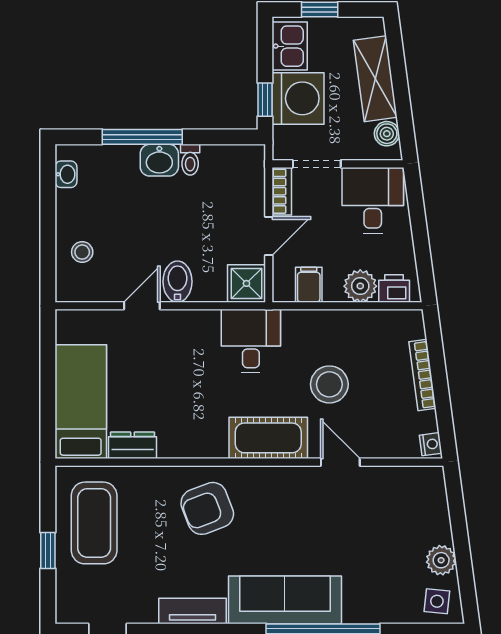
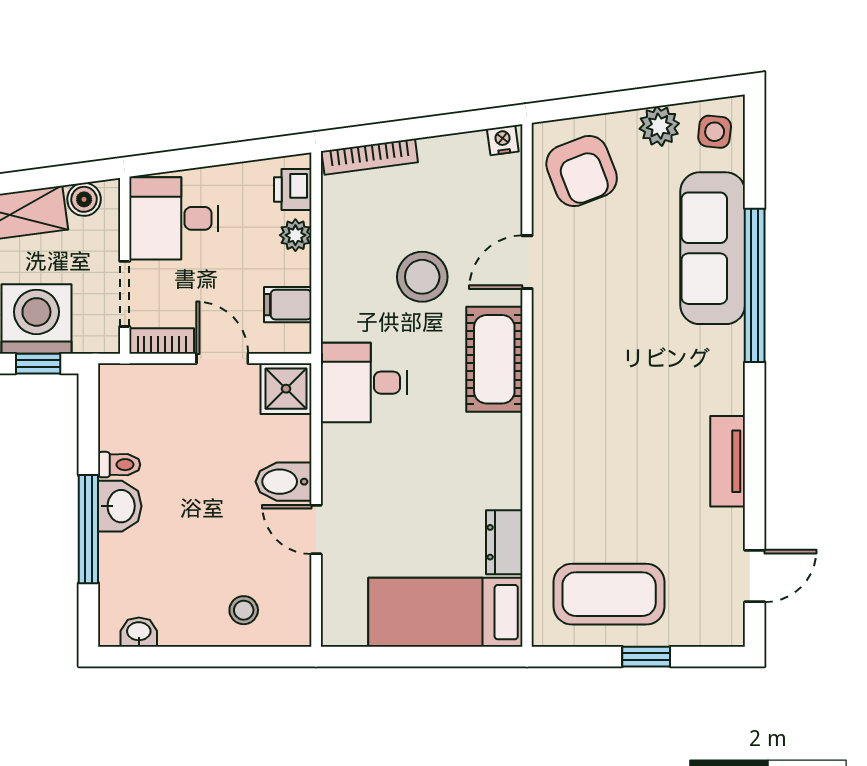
plant: (360, 286) -> (295, 235), width x0.73, depth x0.73
bookcase: (422, 375) -> (370, 157), moved
armchair: (207, 508) -> (582, 171), moved
sofa: (285, 600) -> (713, 248), moved

